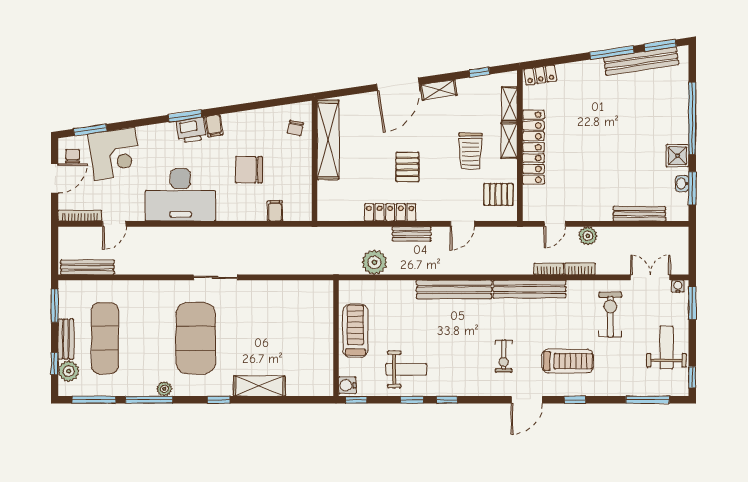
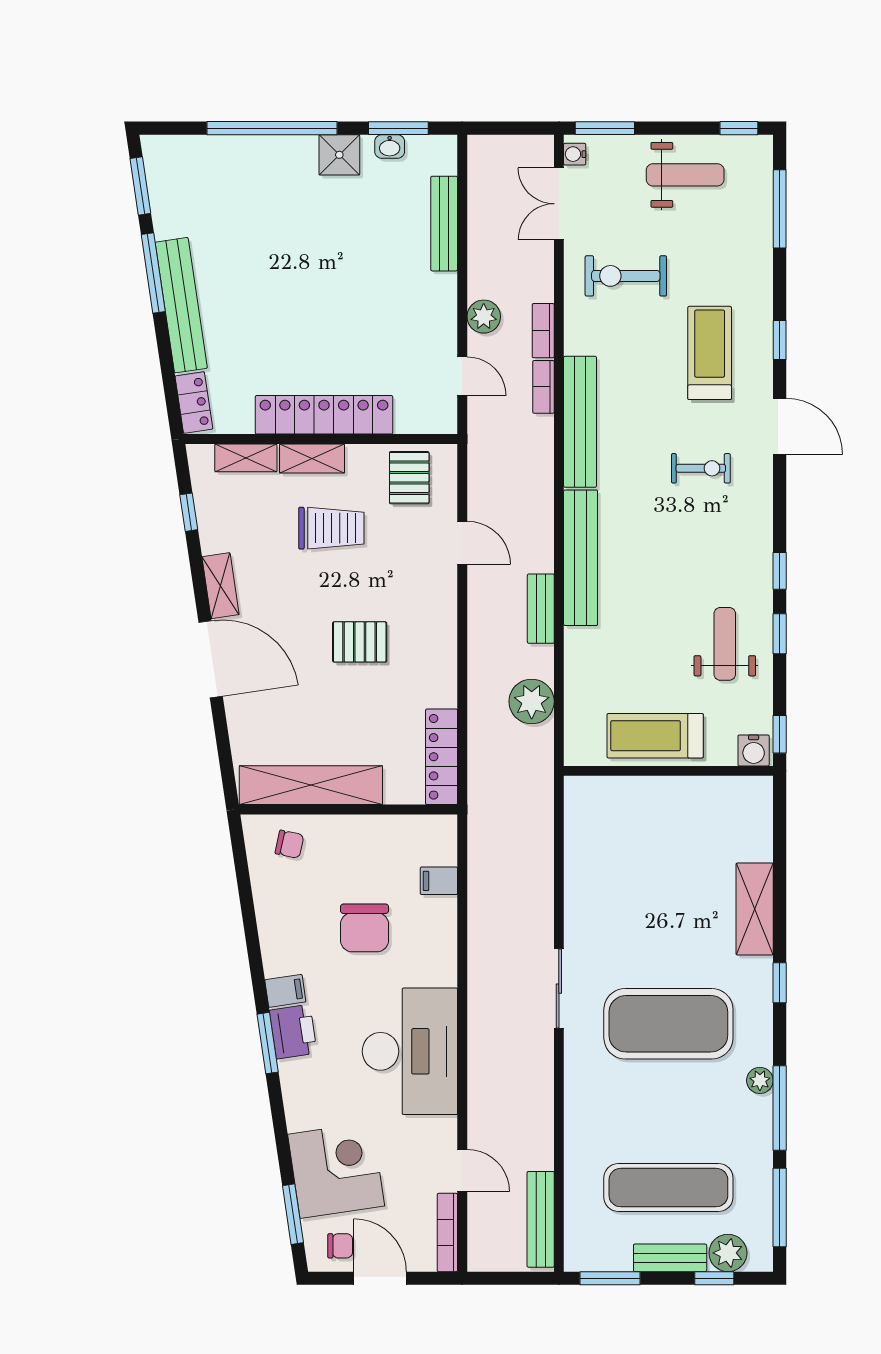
bench: (641, 61) -> (181, 305), moved
chair: (73, 156) -> (340, 1246), turned 180
locker: (390, 212) -> (442, 757), moved
bench: (412, 234) -> (541, 609), moved
weight bench: (666, 347) -> (685, 175), turned 180

